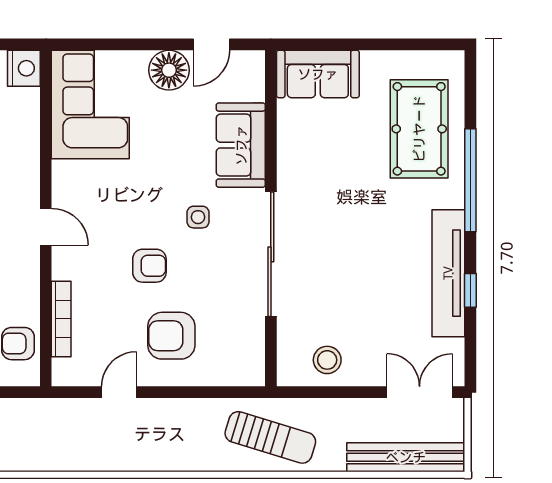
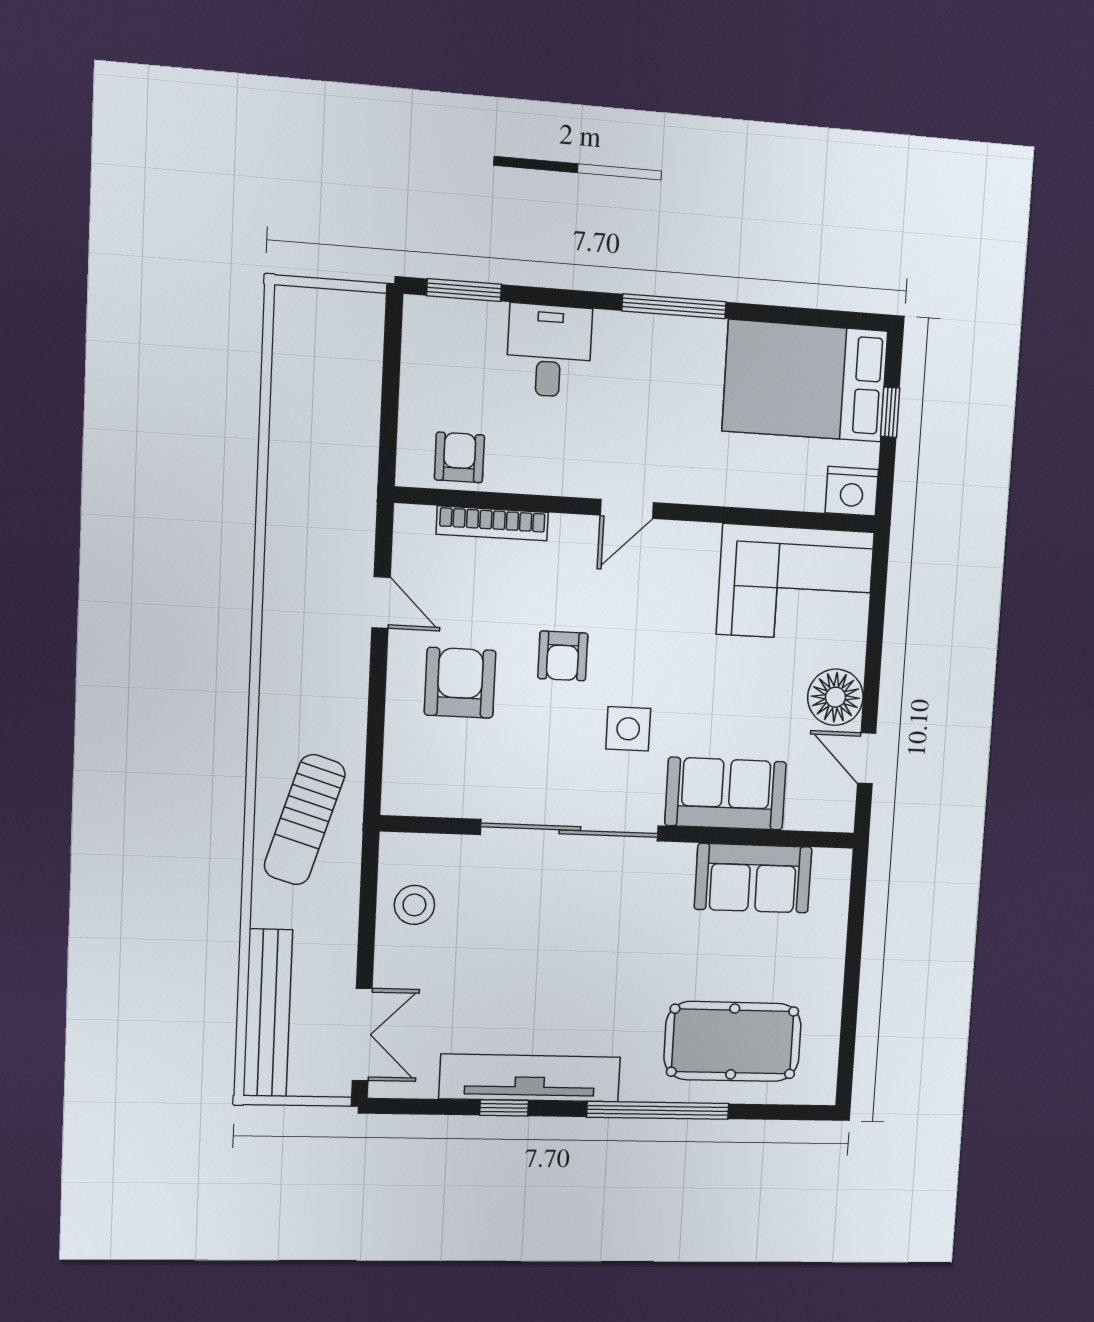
sofa: (318, 74) -> (753, 878), moved, turned -90
side table: (198, 217) -> (628, 729), width x1.37, depth x1.37

